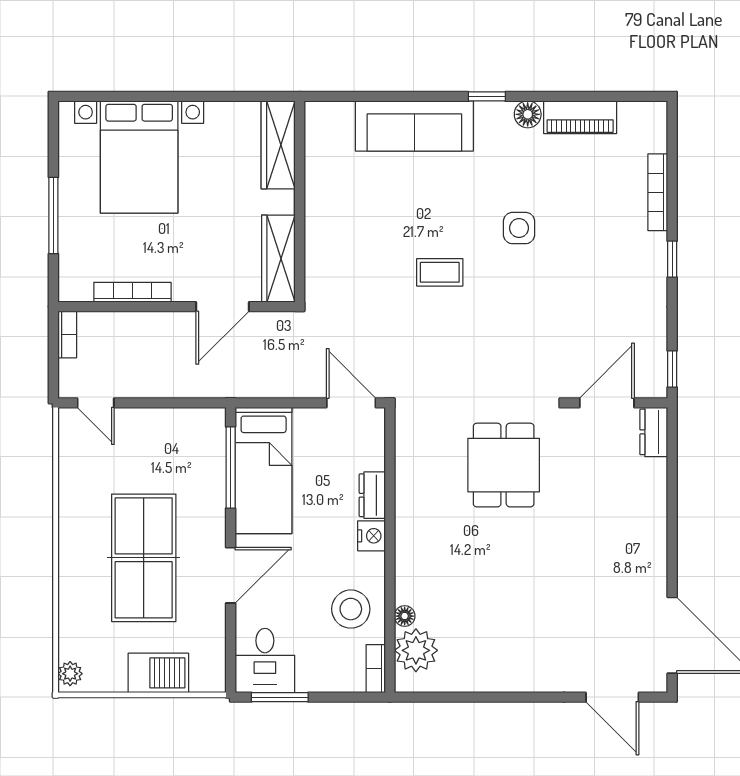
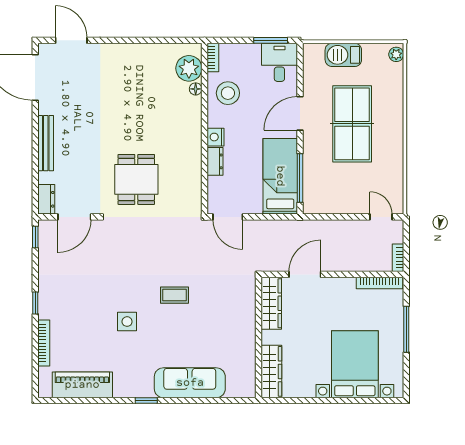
floor lamp: (528, 114) -> (122, 390), removed
piano: (580, 117) -> (82, 385), width x1.37, depth x1.33
bookcase: (132, 292) -> (380, 283), moved
bench: (655, 526) -> (46, 143), added

